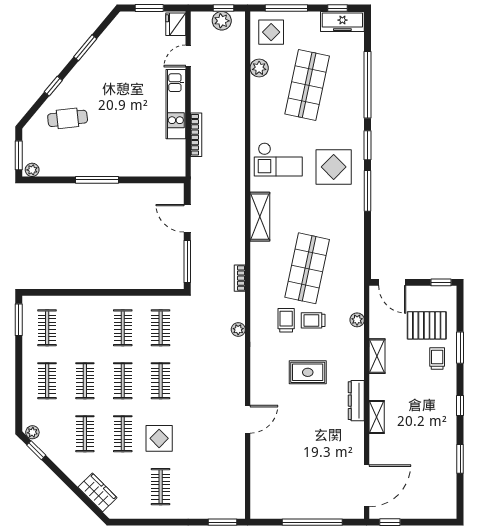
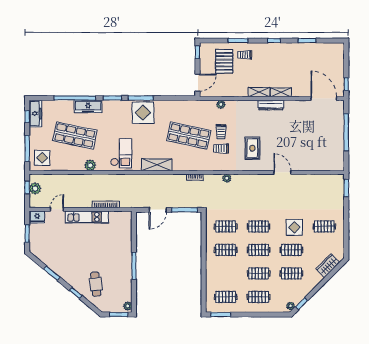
door: (188, 56) -> (57, 209), swing flipped
plant: (259, 68) -> (90, 165), moved
freezer: (354, 106) -> (88, 106), added
display table: (334, 167) -> (143, 113), moved
shelving: (377, 356) -> (259, 92), moved
rug: (308, 372) -> (252, 148), moved

